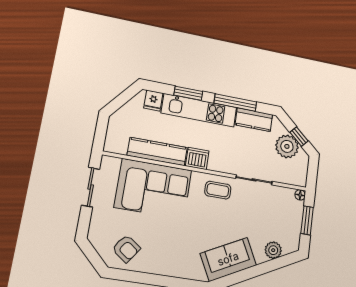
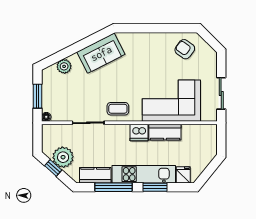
kitchen counter: (157, 152) -> (165, 132), width x0.67

